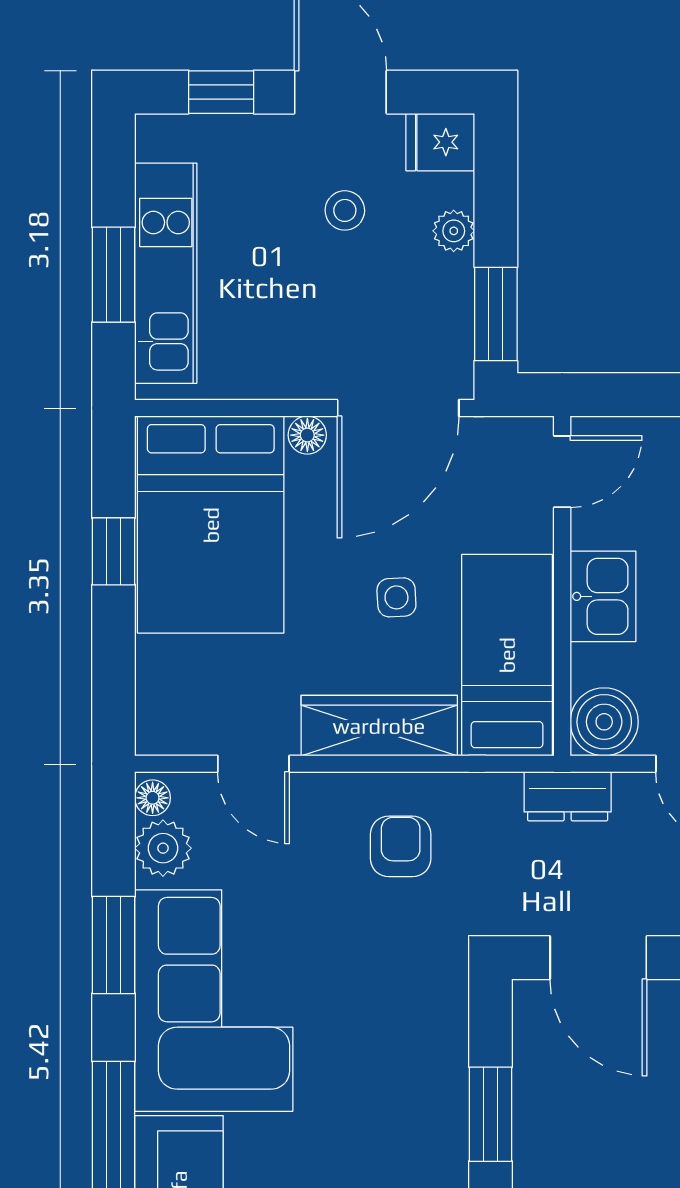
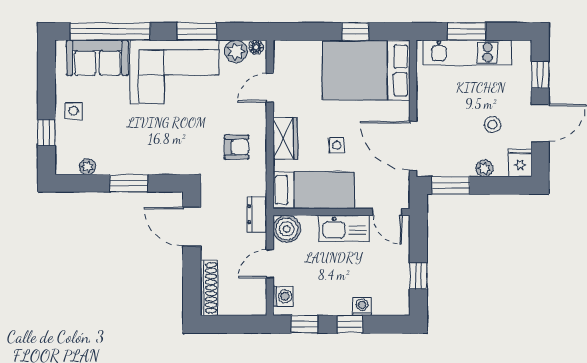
floor lamp: (307, 435) -> (402, 109), removed
kitchen sink: (603, 596) -> (344, 228), width x1.38
wardrobe: (379, 726) -> (285, 138), width x0.67
door: (598, 958) -> (192, 227), hinge flipped

